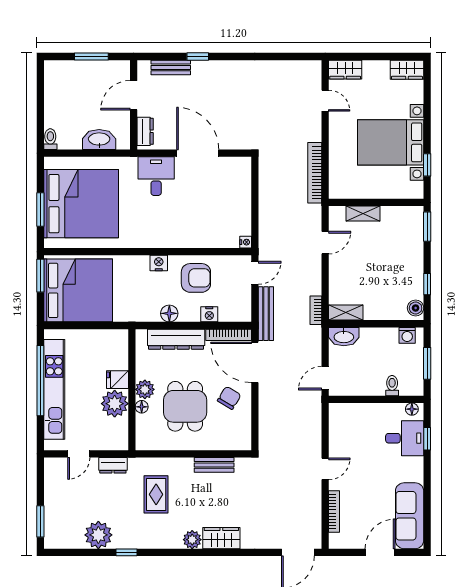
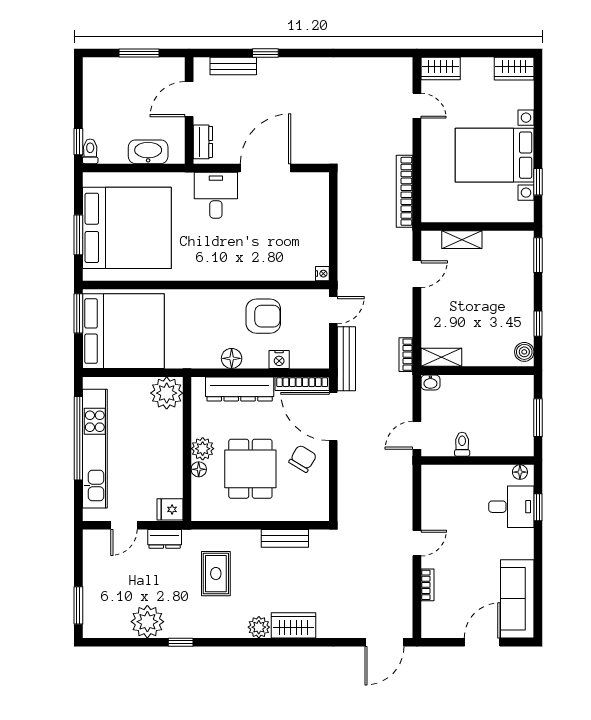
window: (40, 131) -> (78, 142), added
door: (198, 153) -> (265, 168), hinge flipped
nightstand: (159, 263) -> (219, 298), removed
washing machine: (407, 335) -> (514, 384), removed
washbasin: (344, 337) -> (430, 382), width x0.52, depth x0.69
fridge: (117, 380) -> (170, 509), moved
toilet: (392, 386) -> (462, 444), moved
plant: (115, 404) -> (167, 393), moved
bookcase: (334, 512) -> (427, 585), width x0.64

